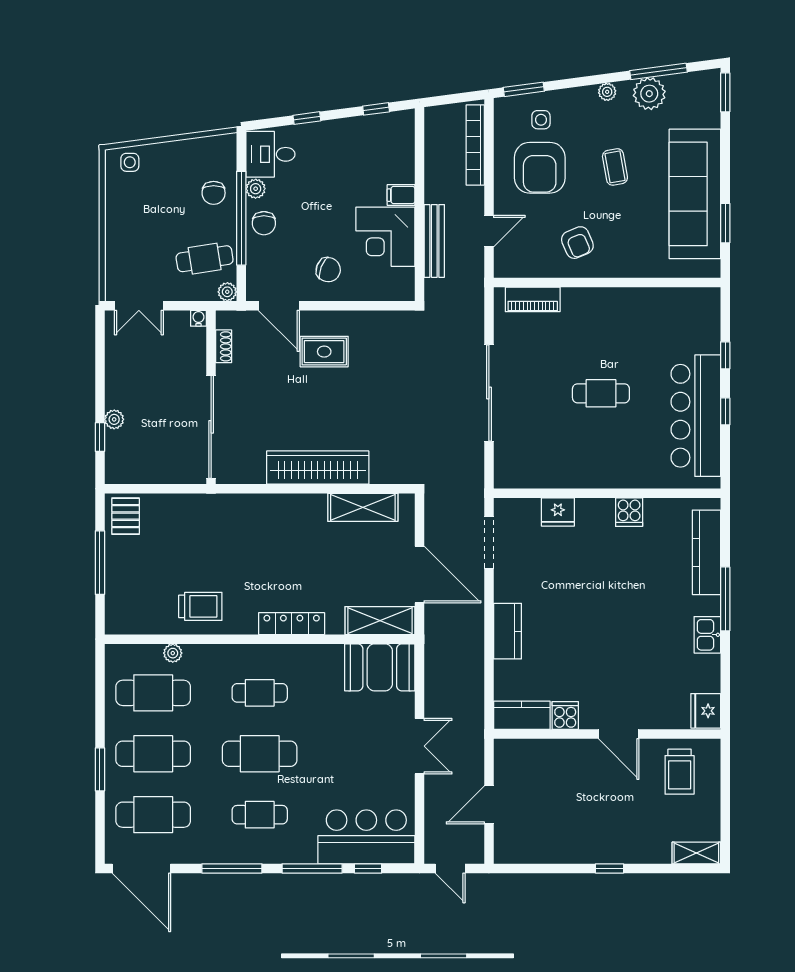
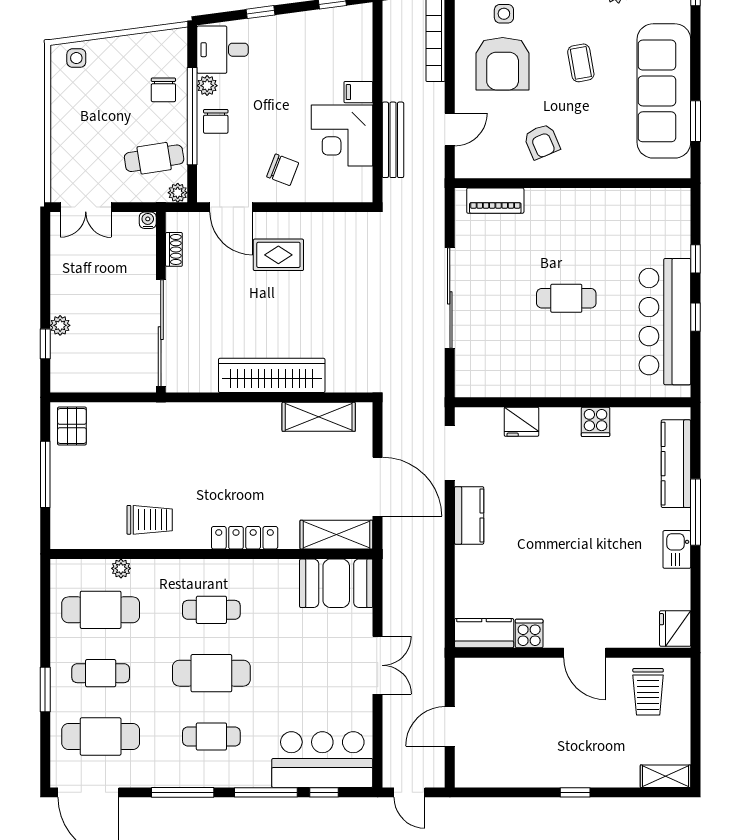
kitchen counter: (507, 631) -> (469, 515), moved
cafe table: (153, 754) -> (101, 673), width x0.73, depth x0.74

